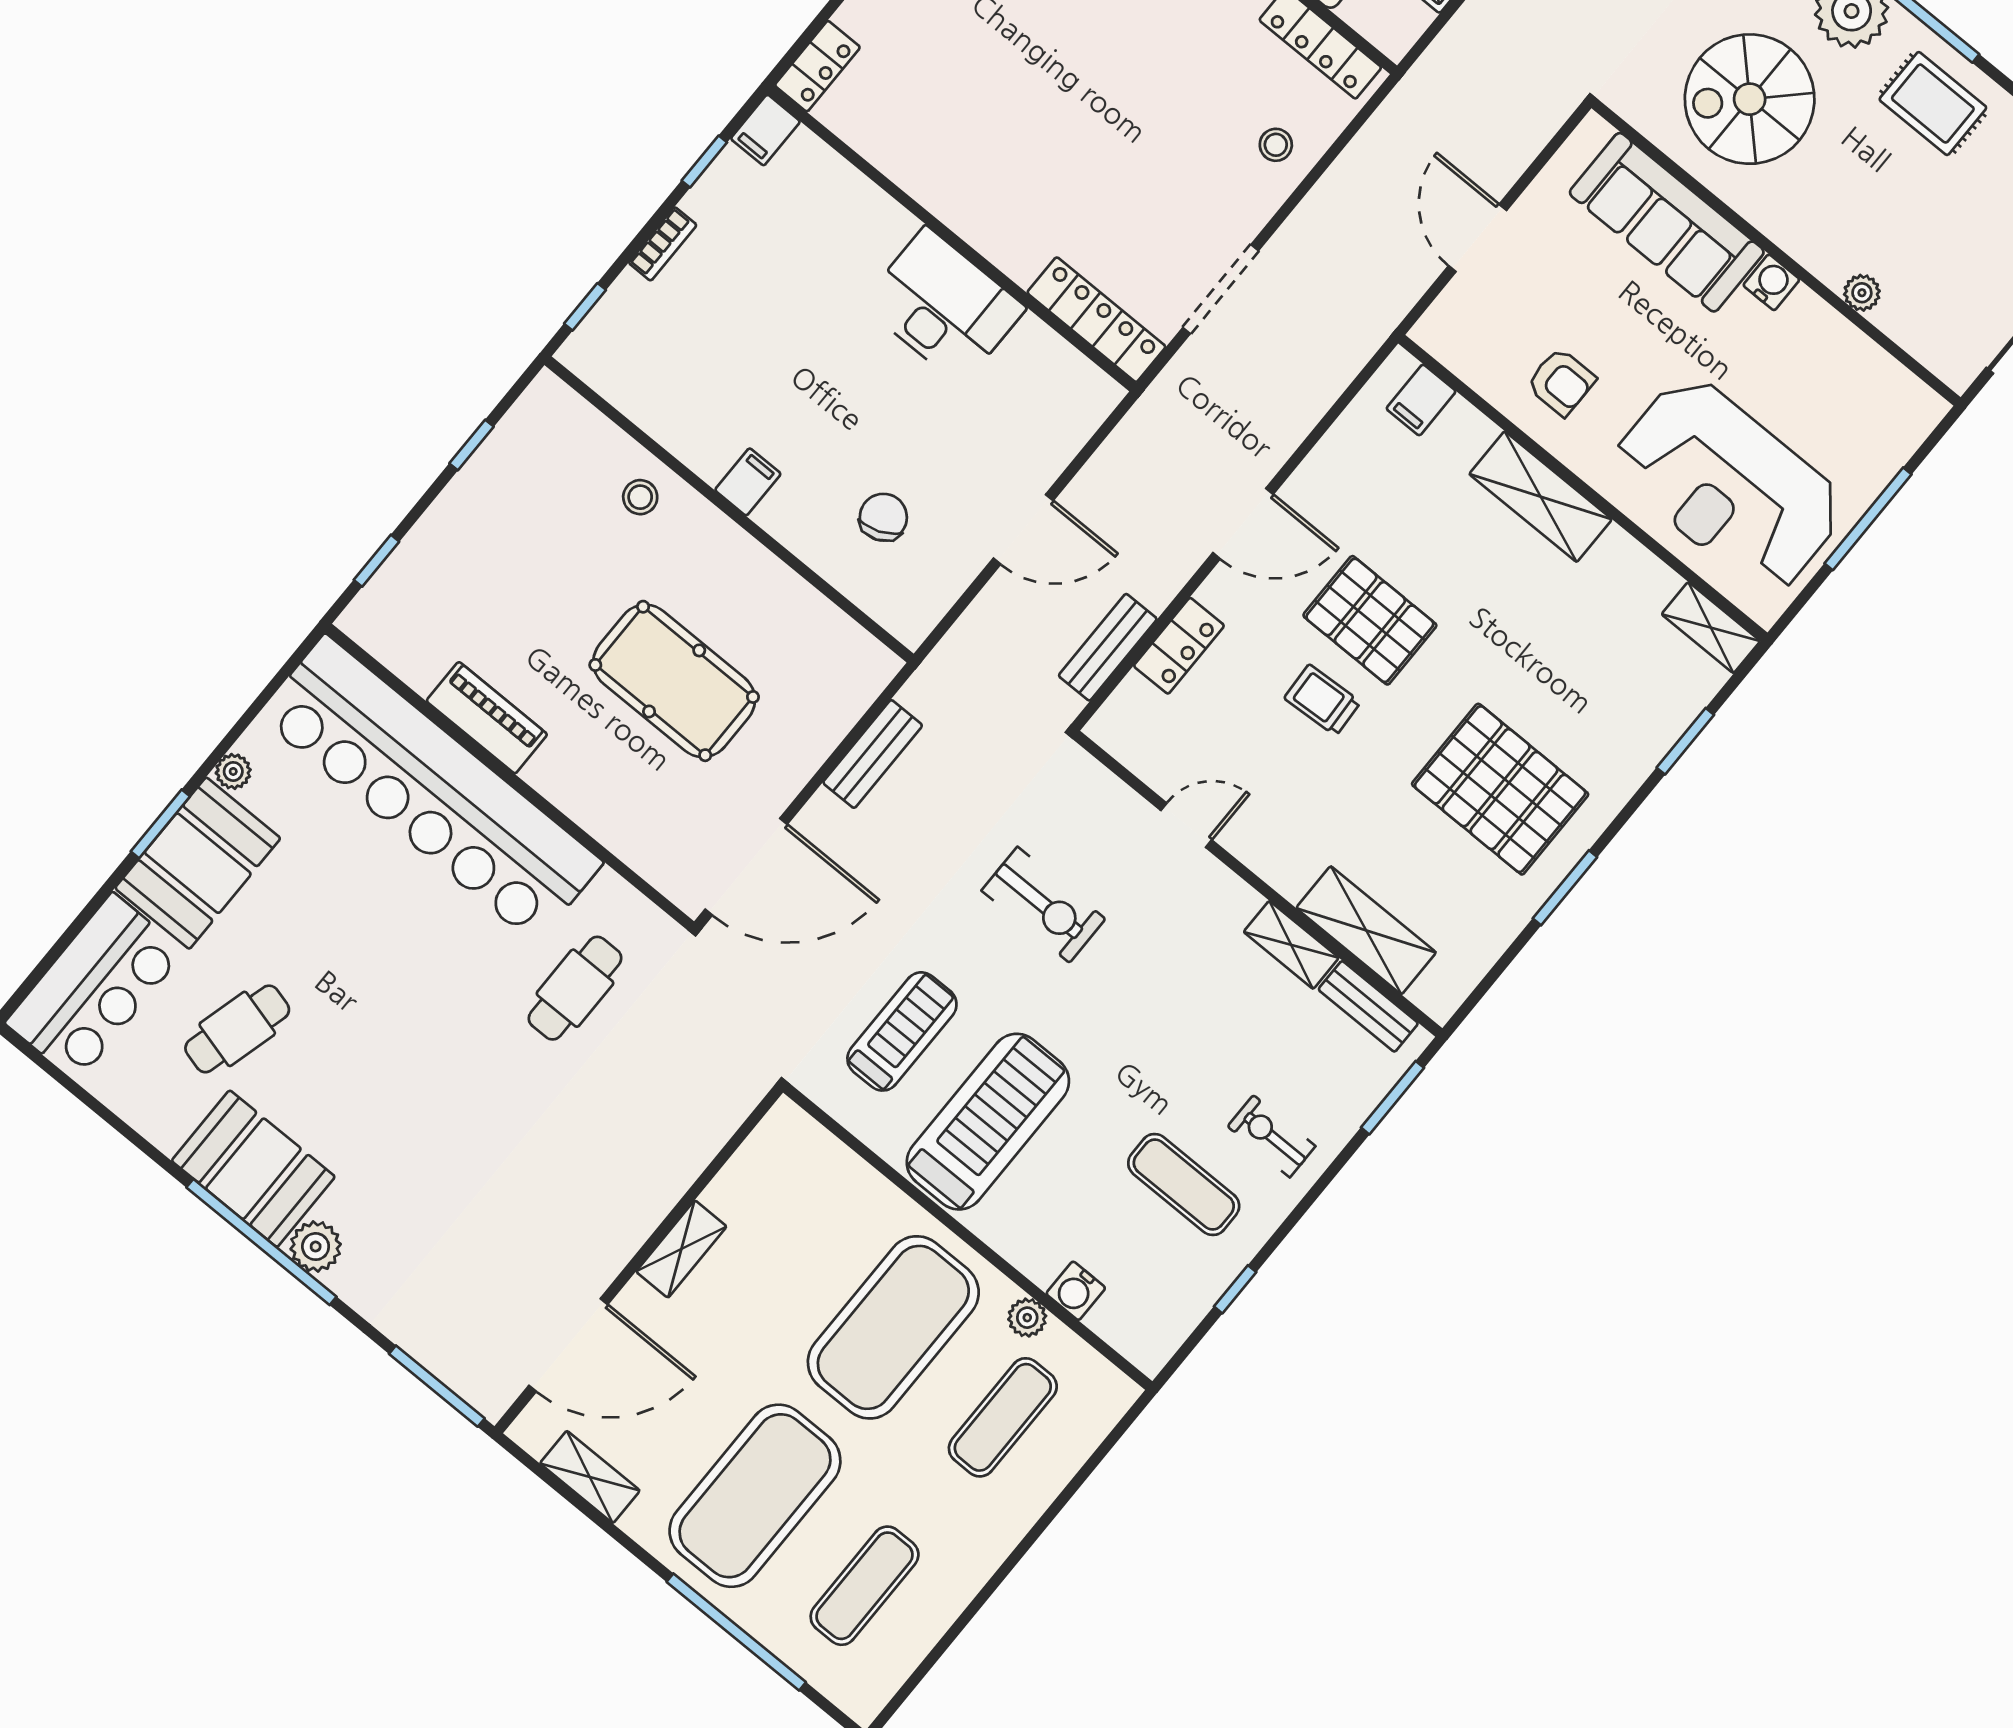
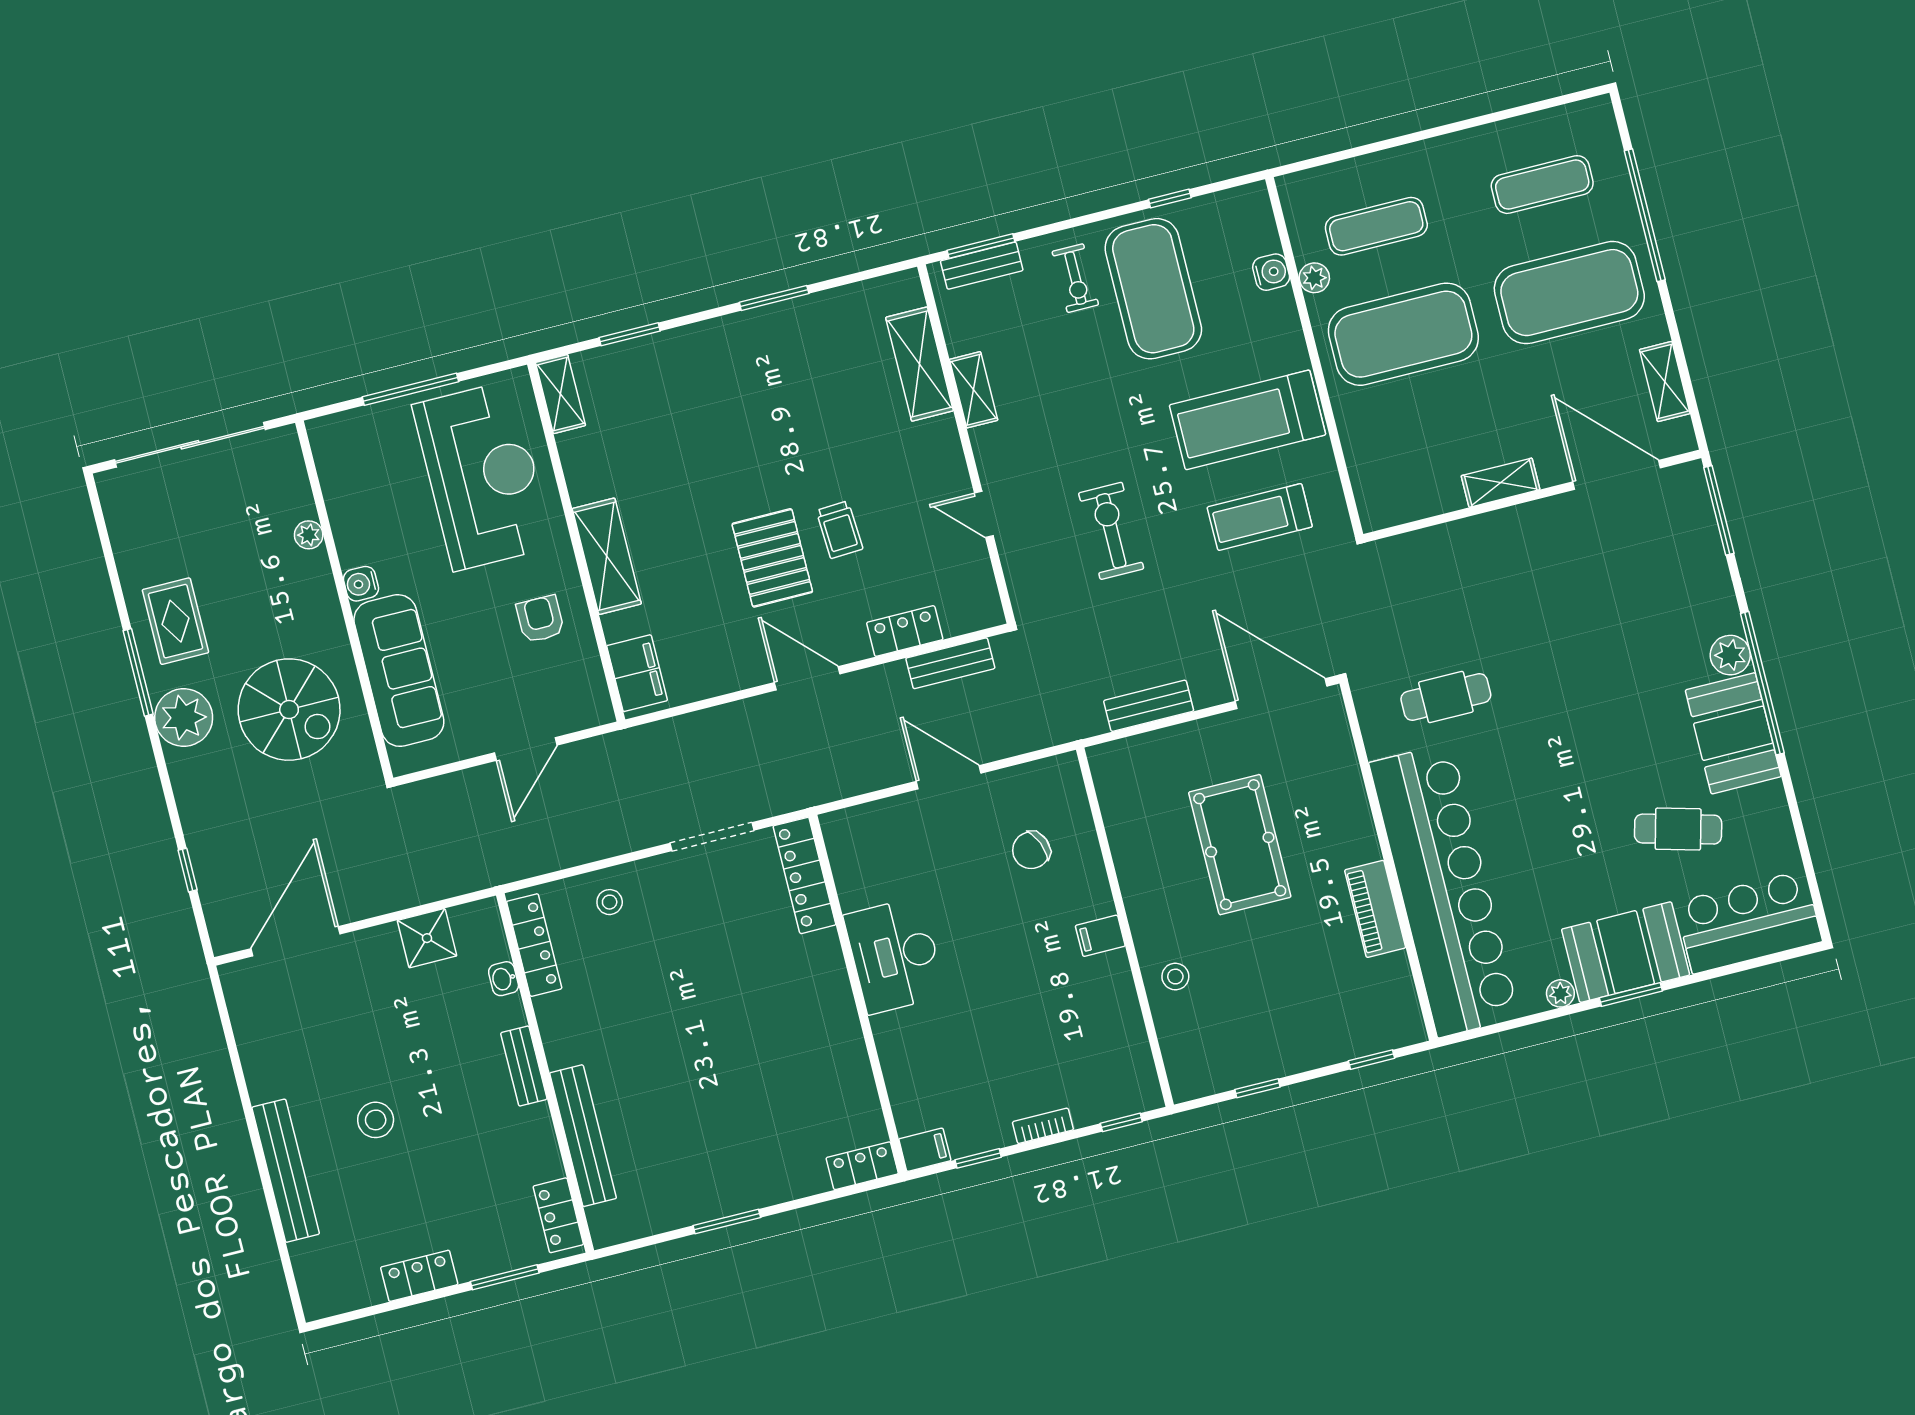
filing cabinet: (1421, 400) -> (637, 673), width x2.00
pallet: (1500, 789) -> (769, 391), removed
bench: (1368, 1006) -> (982, 266), moved, turned 90
exercise mat: (1184, 1185) -> (1153, 289), width x2.00, depth x1.45

